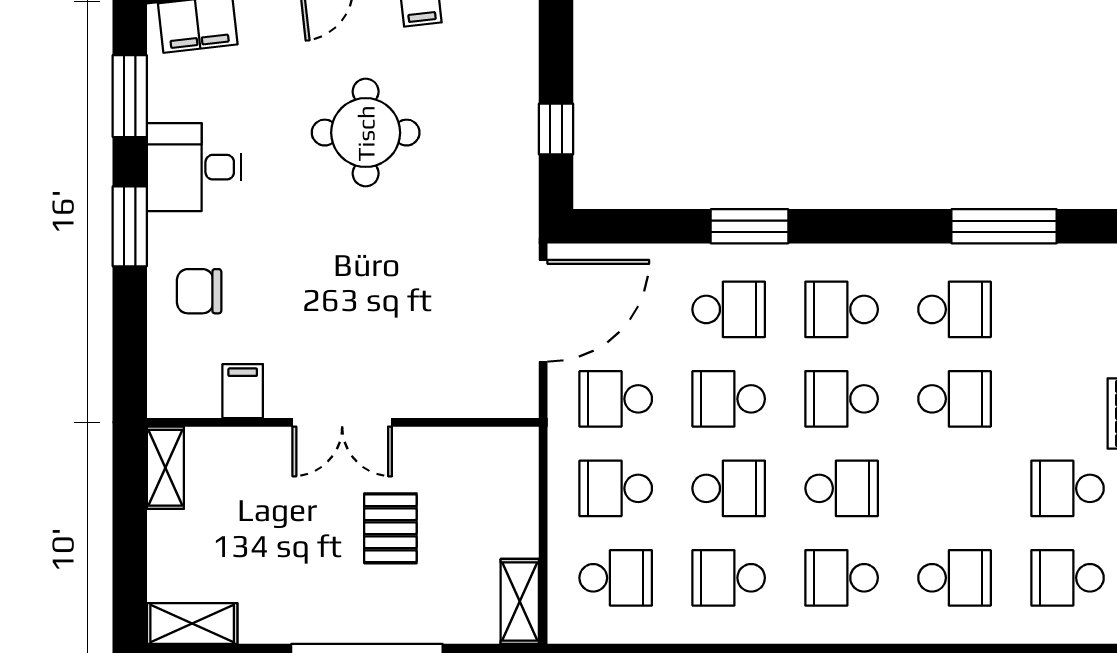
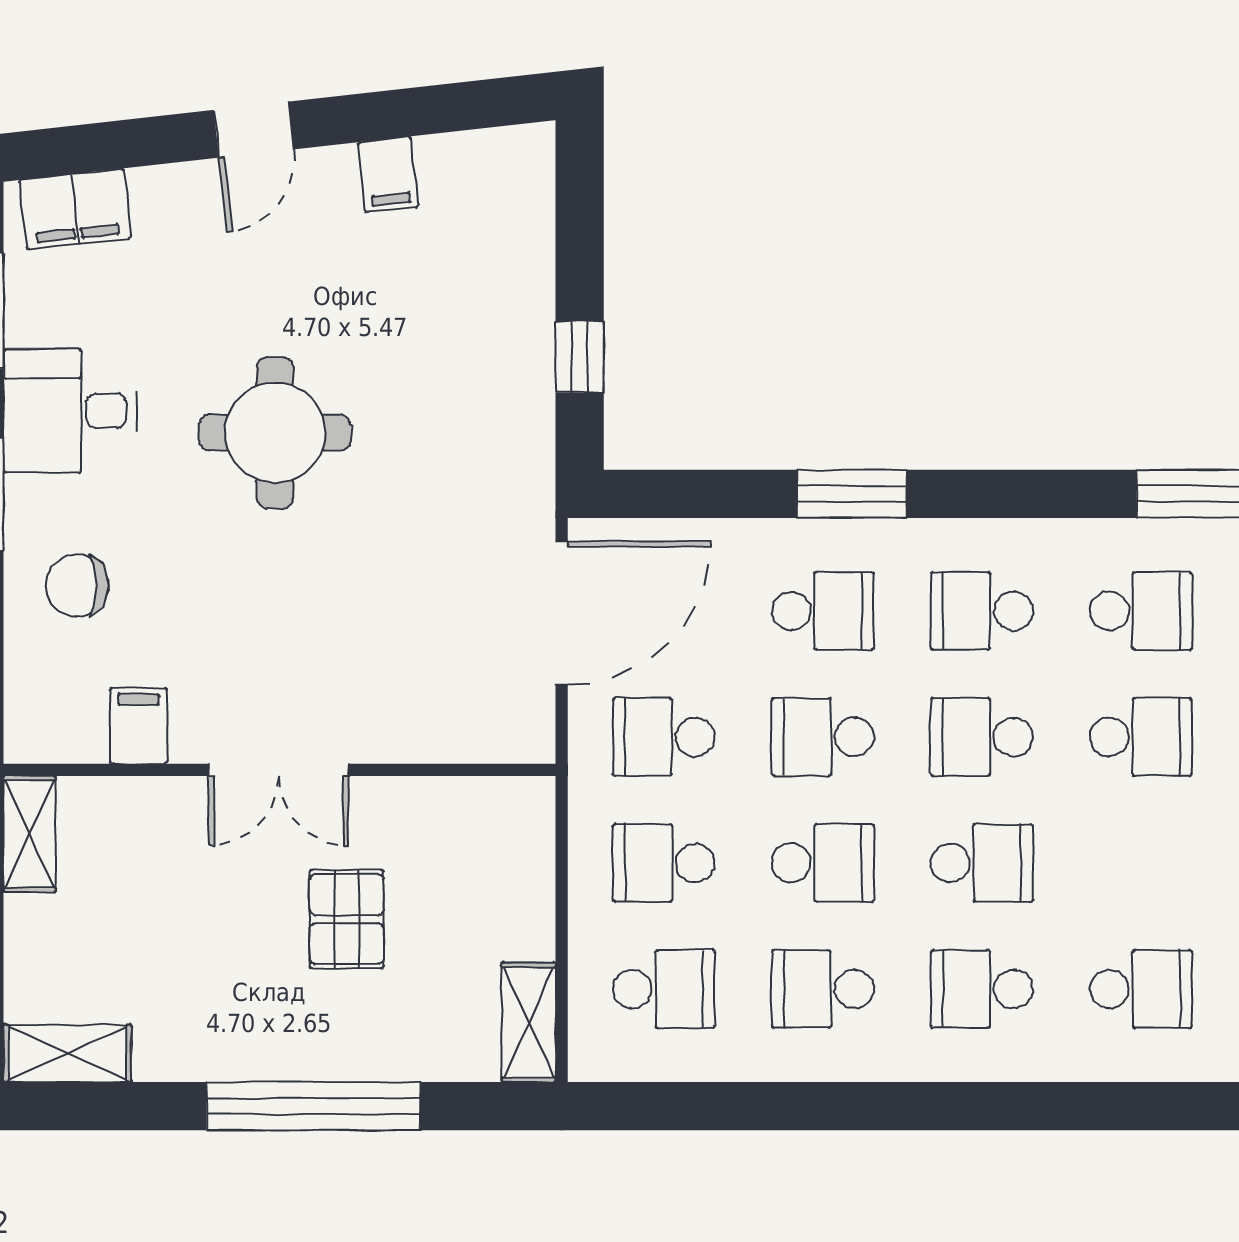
round table: (366, 133) -> (275, 433), moved

